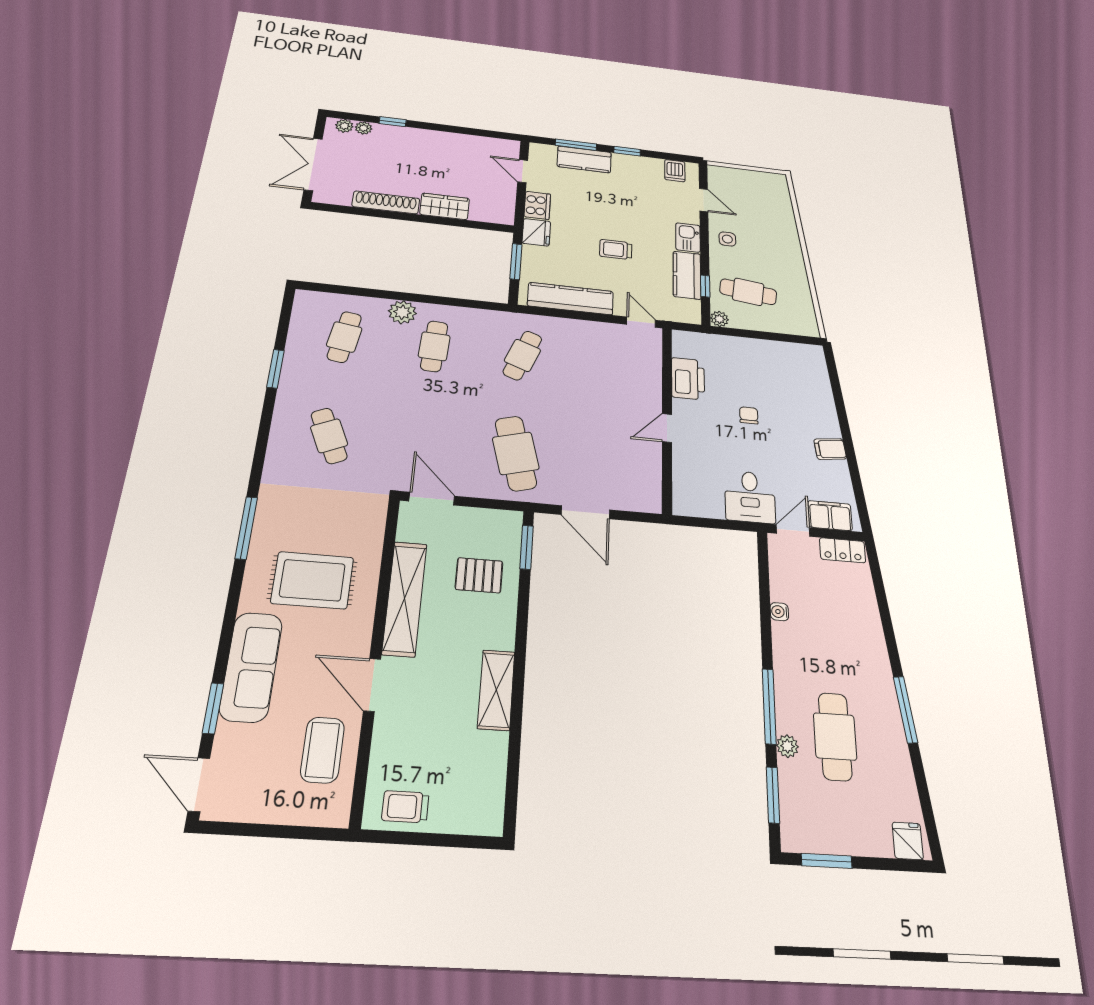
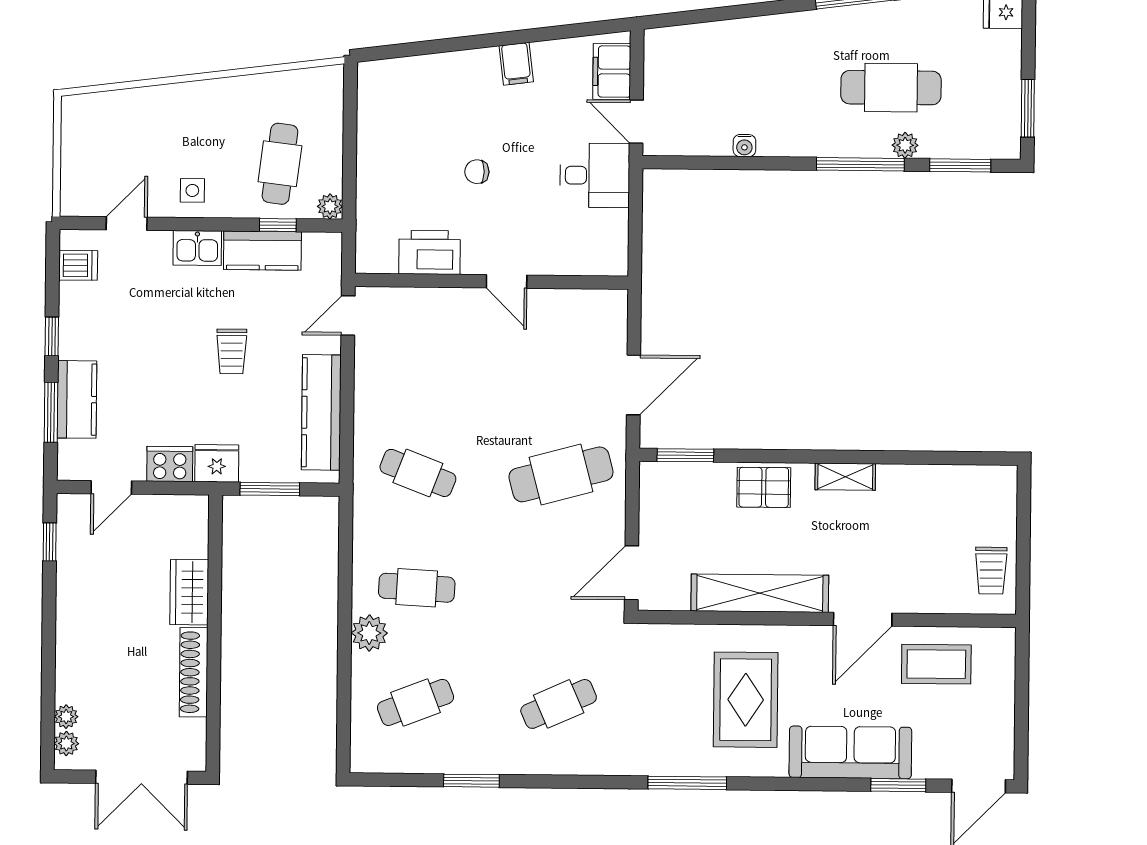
window: (393, 122) -> (50, 542), moved
cafe table: (344, 337) -> (415, 702), turned -30
locker: (843, 550) -> (658, 59), removed
pallet: (479, 575) -> (764, 487), moved, turned 90
shelving: (496, 690) -> (845, 477), width x0.67, depth x0.75

